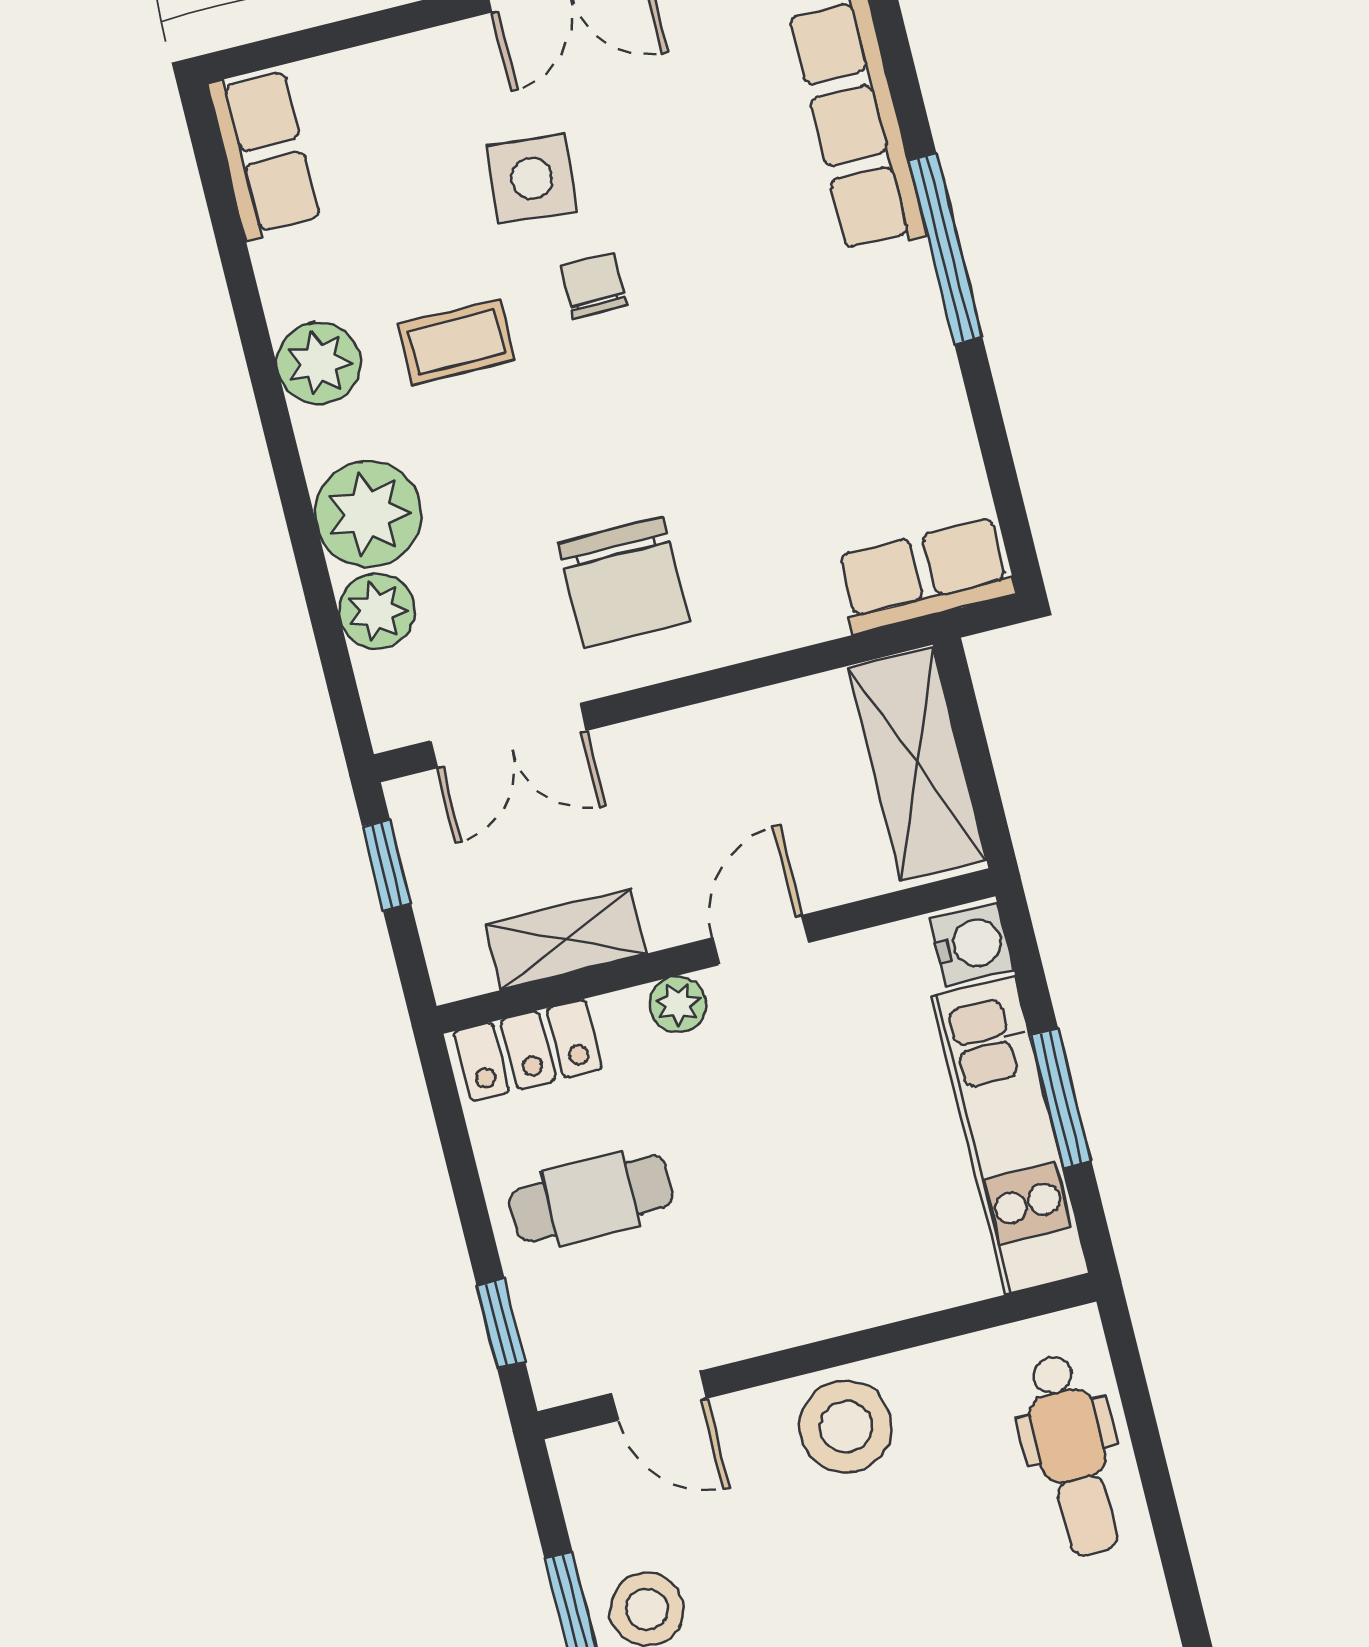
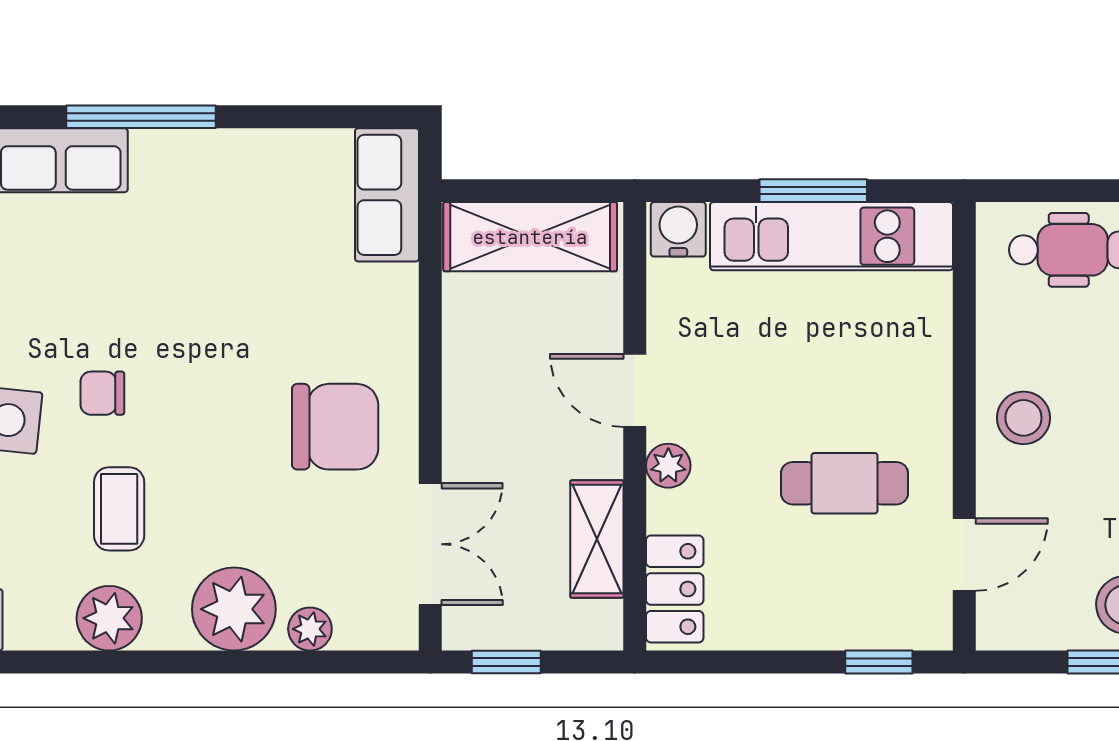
plant: (377, 611) -> (310, 629), width x0.73, depth x0.73
cafe table: (591, 1199) -> (844, 483), moved, turned 90
stool: (846, 1427) -> (1023, 418), width x0.73, depth x0.73

